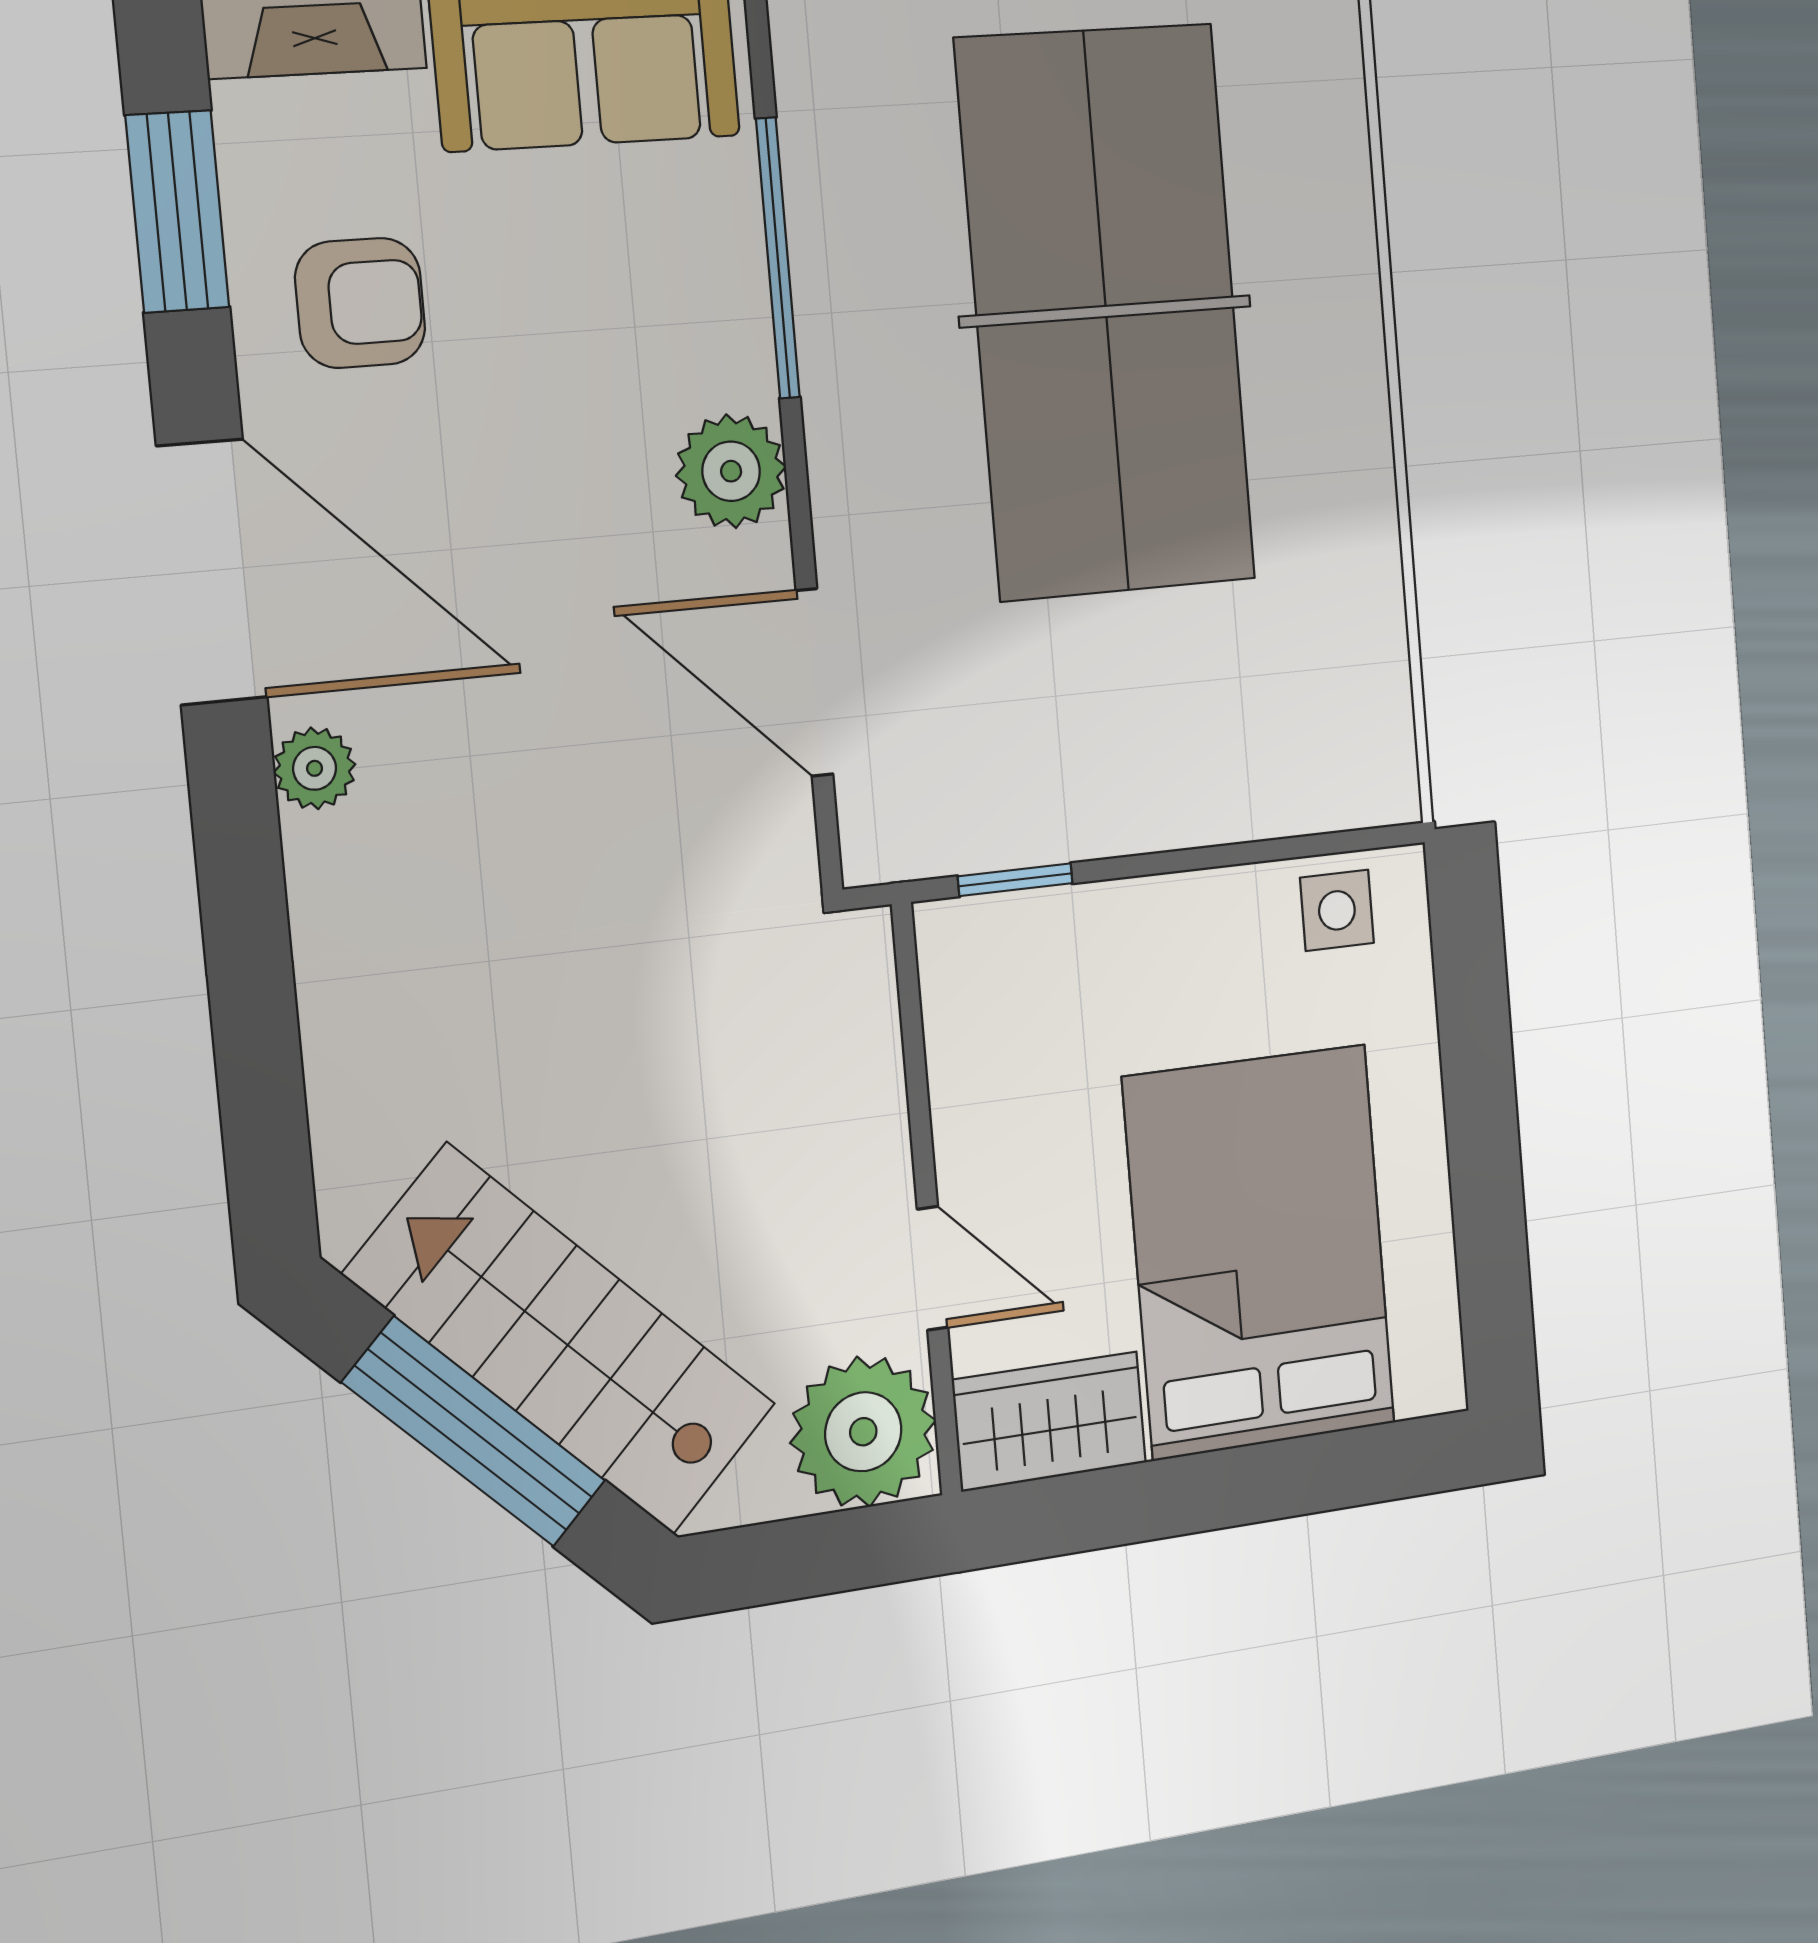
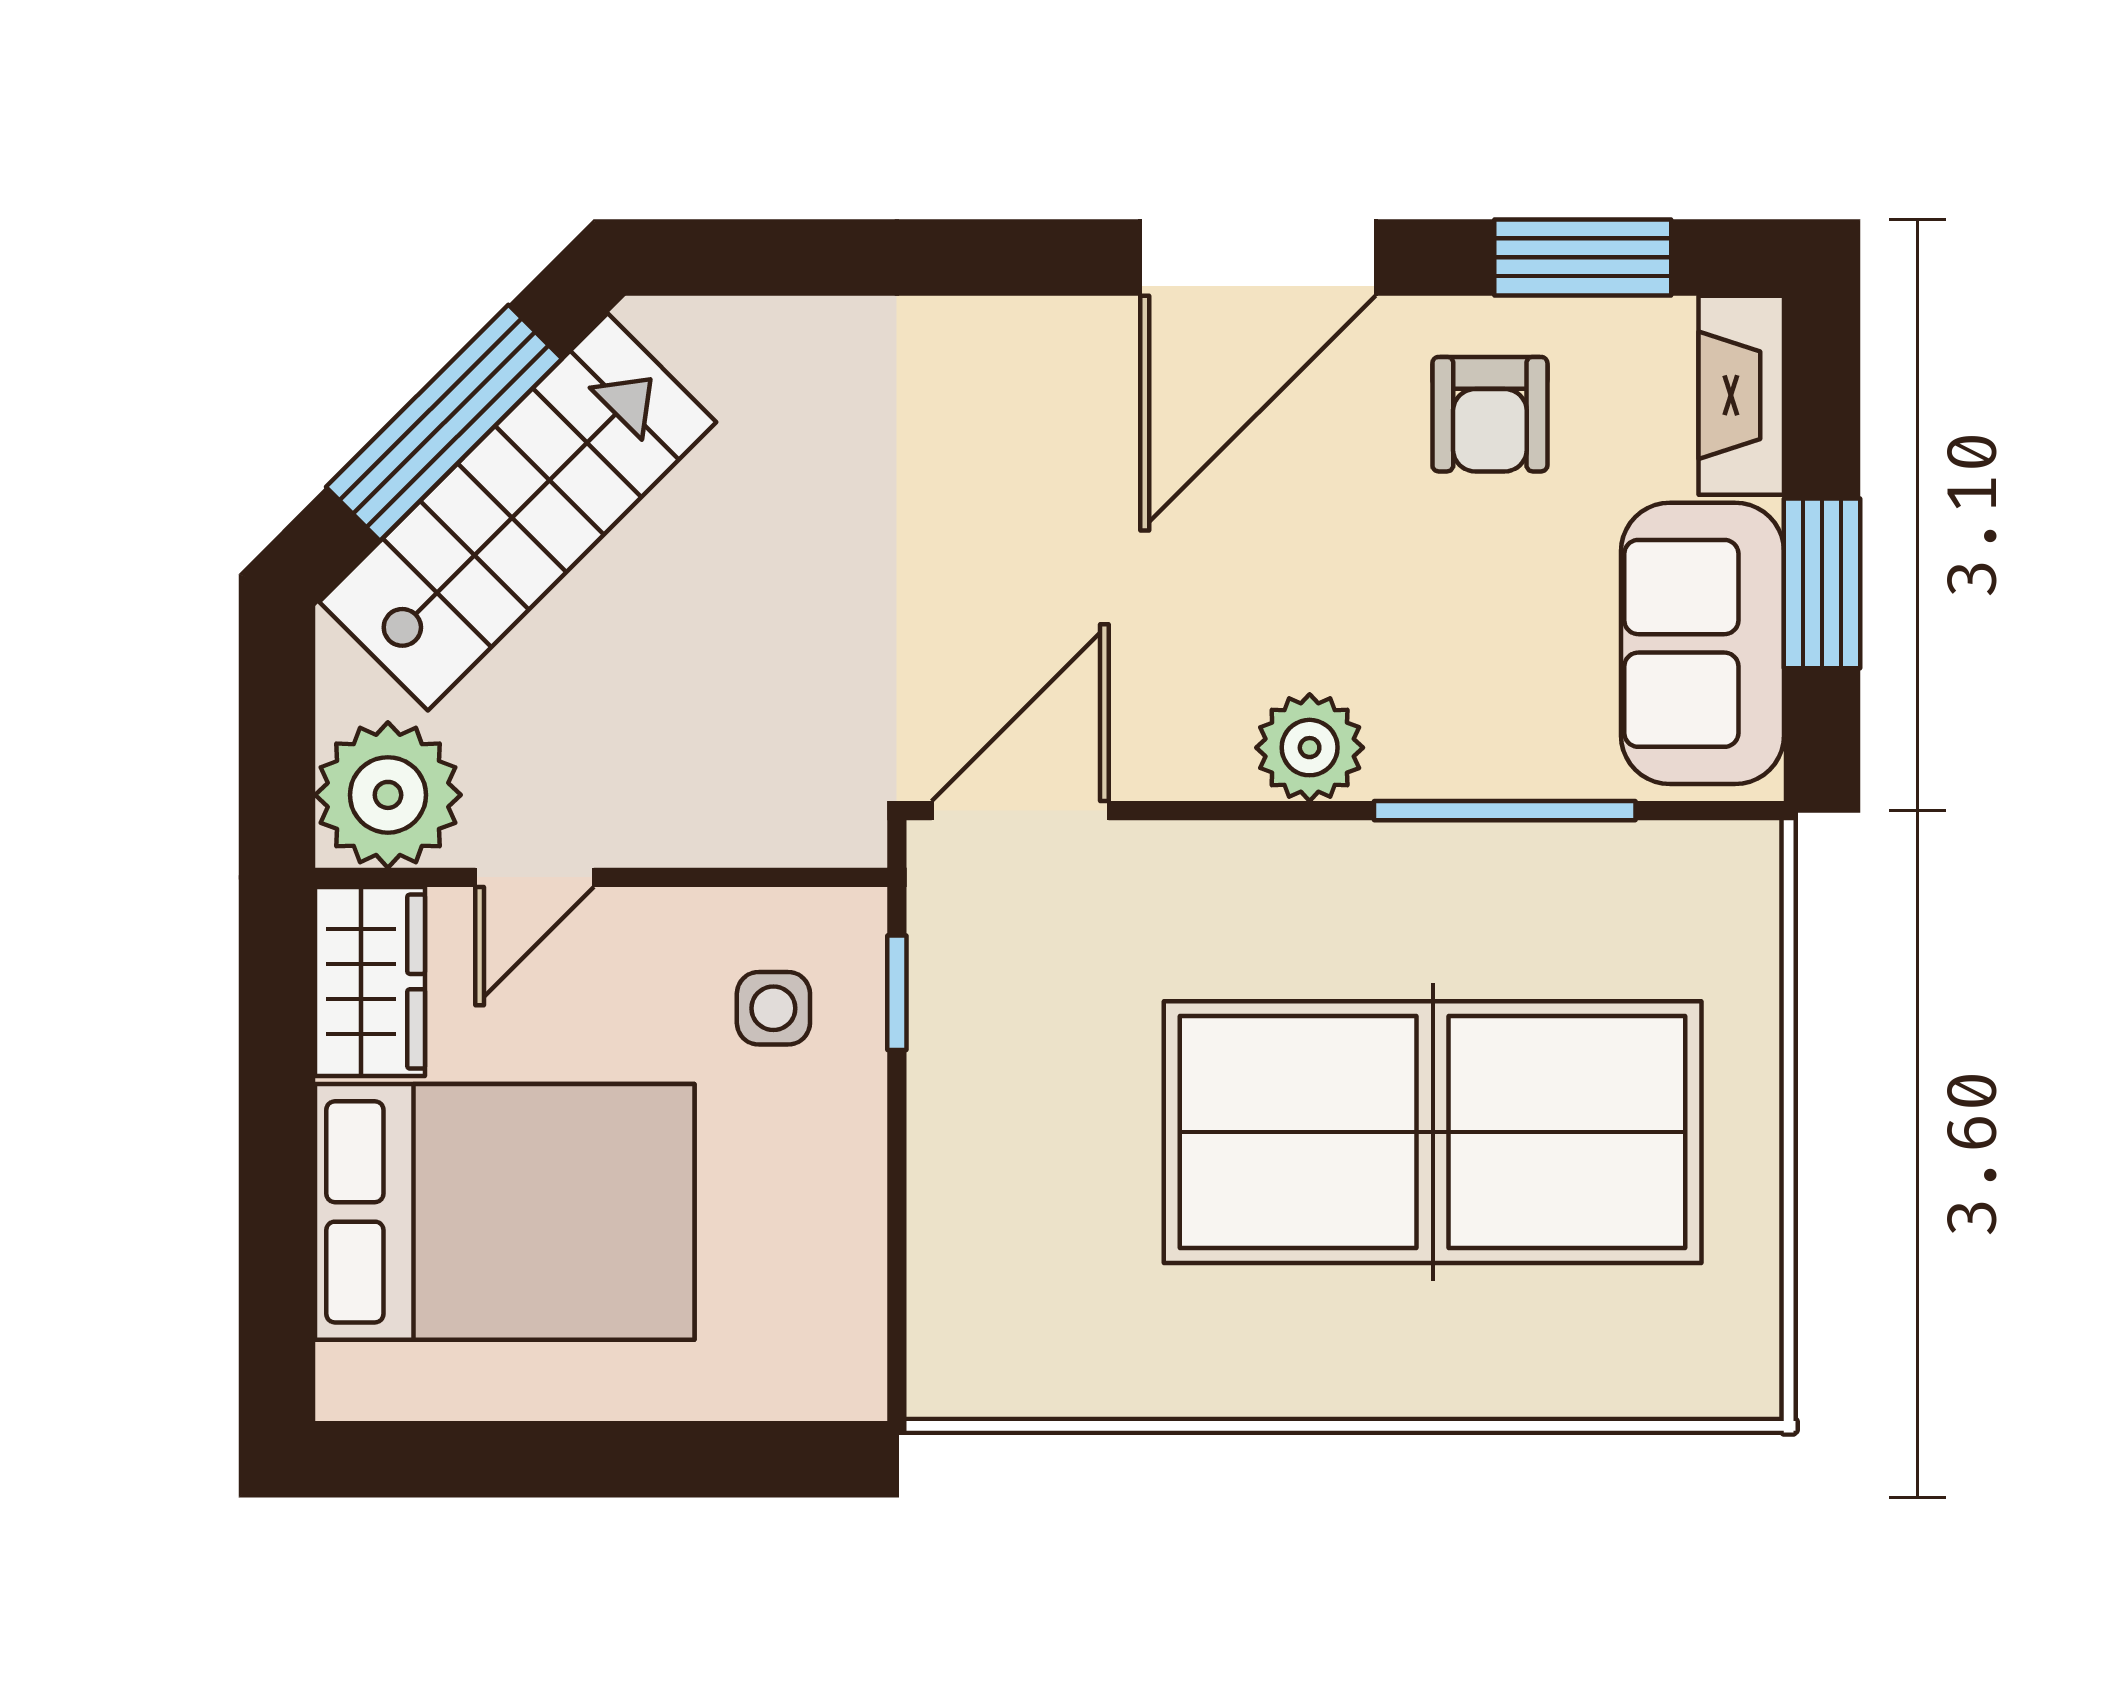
door: (814, 682) -> (1020, 811), moved
plant: (315, 768) -> (1072, 333), removed
side table: (1337, 910) -> (773, 1008), moved

